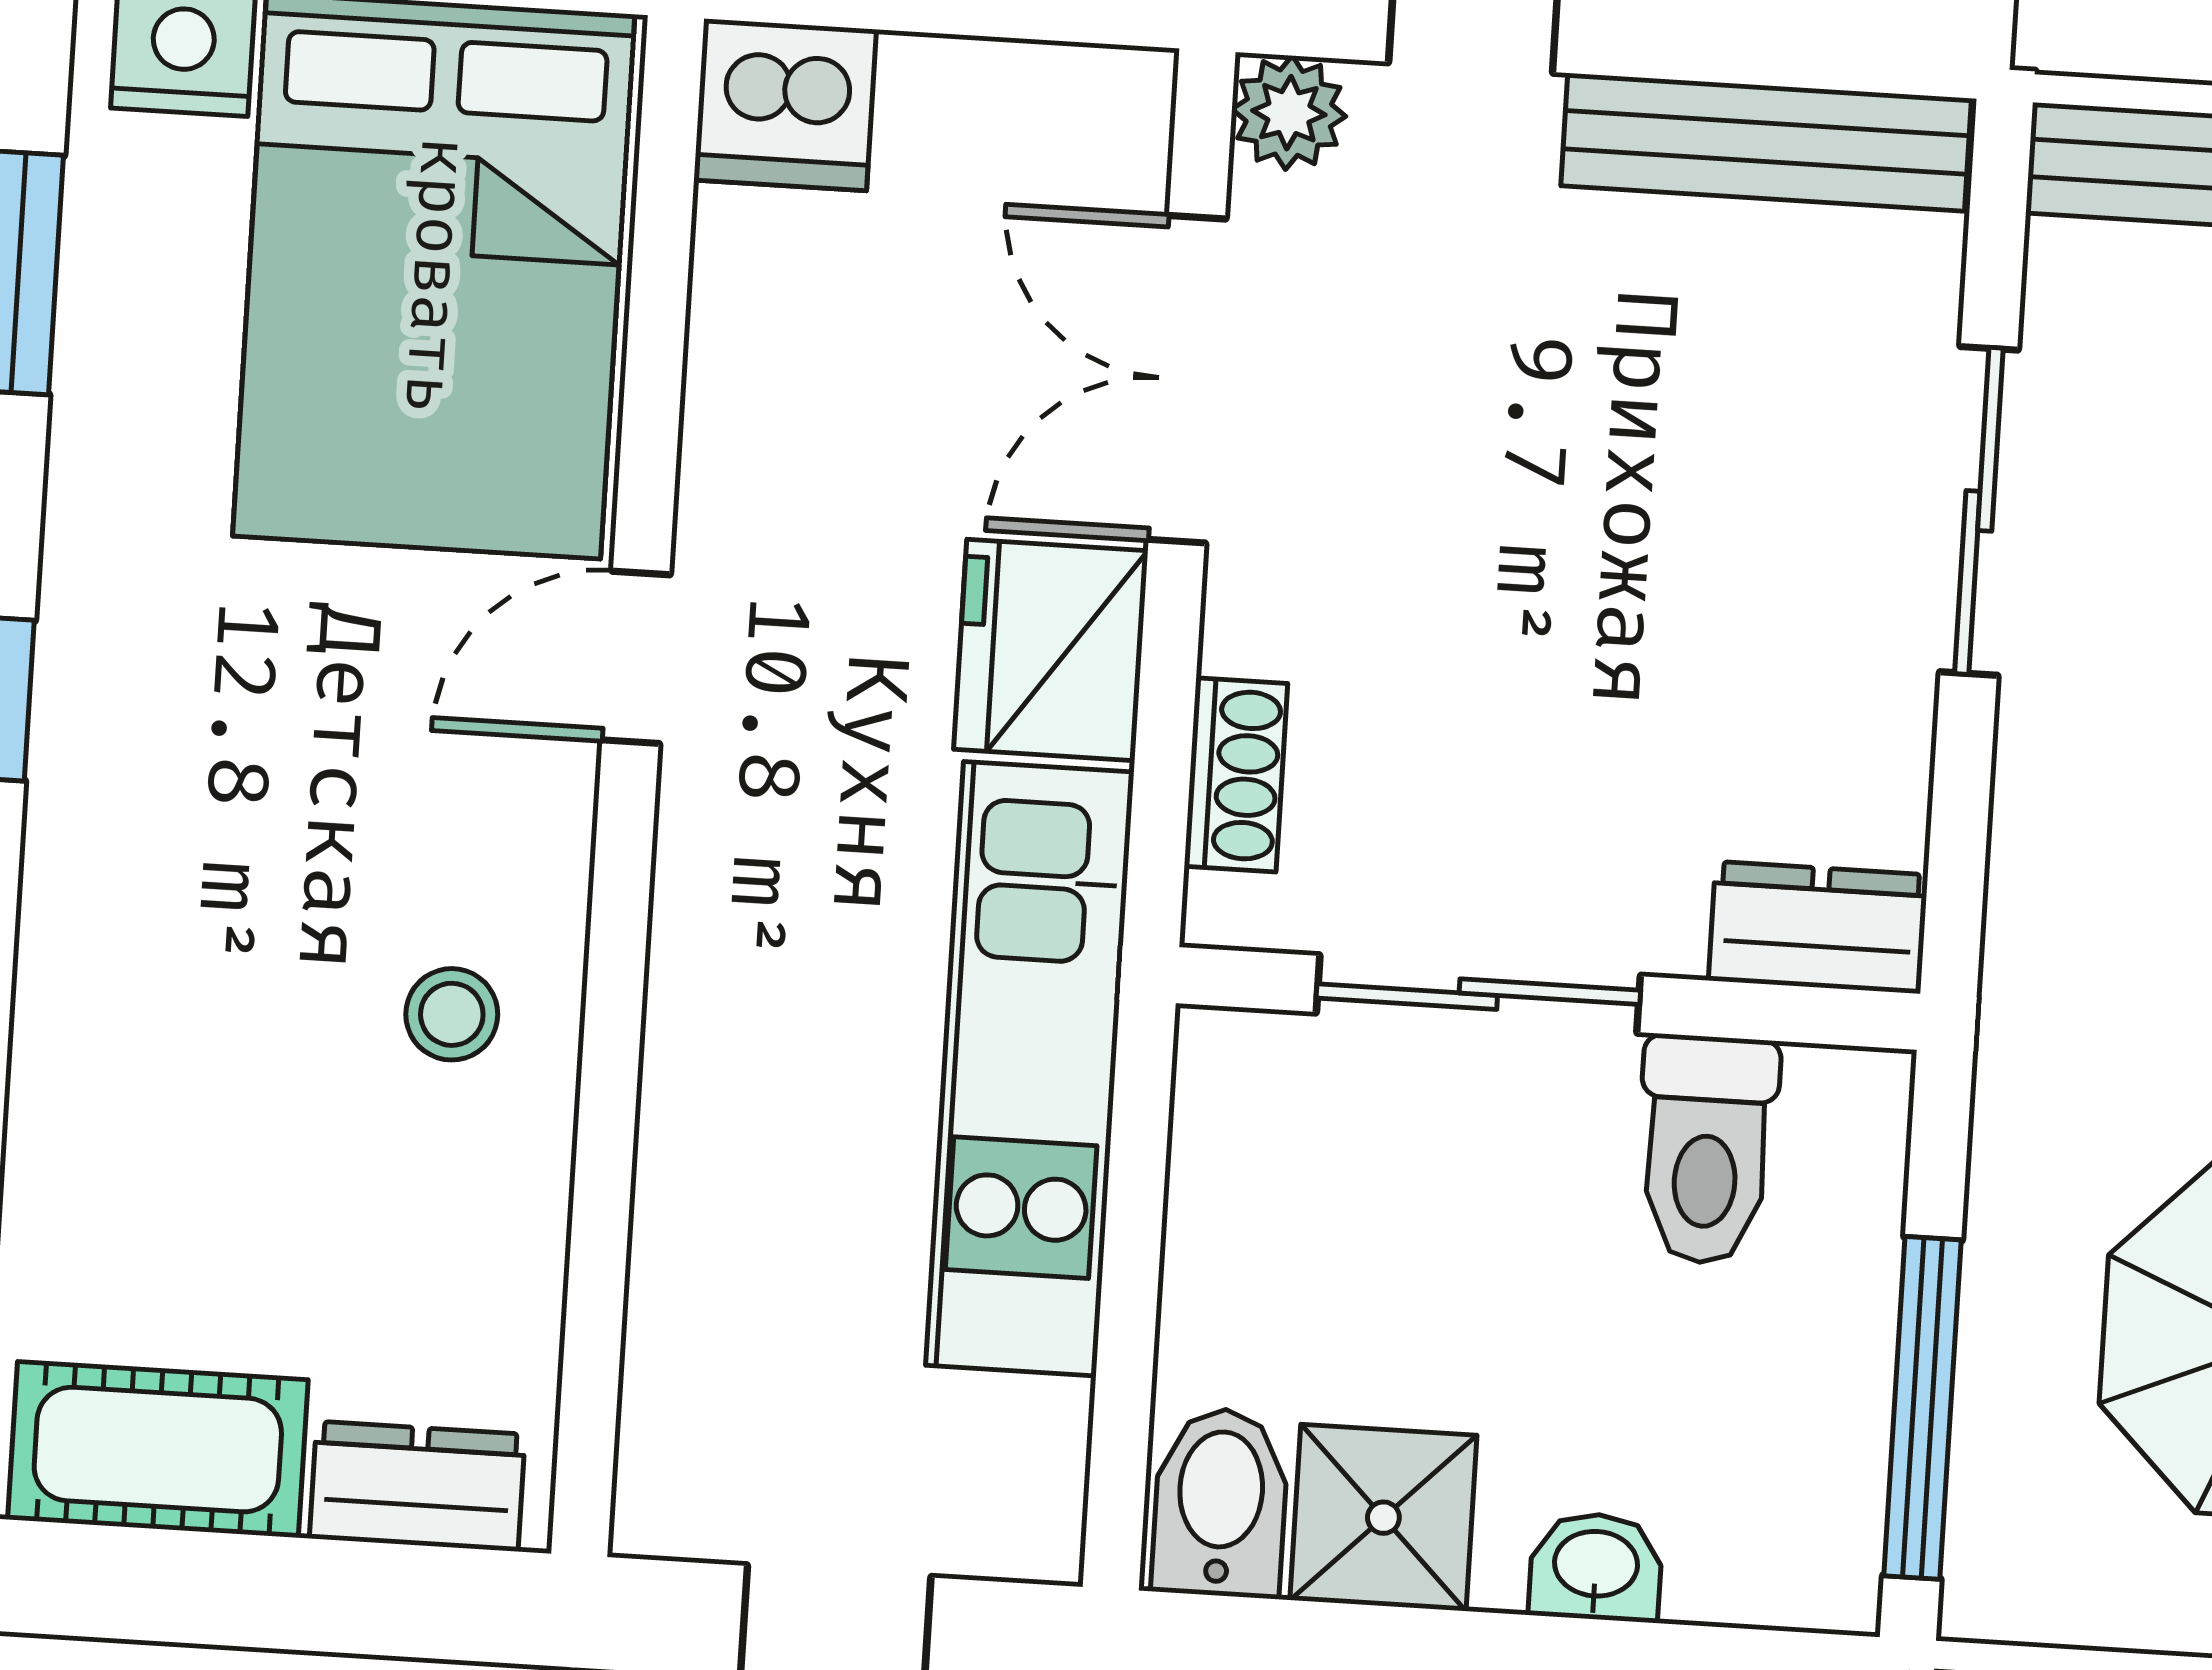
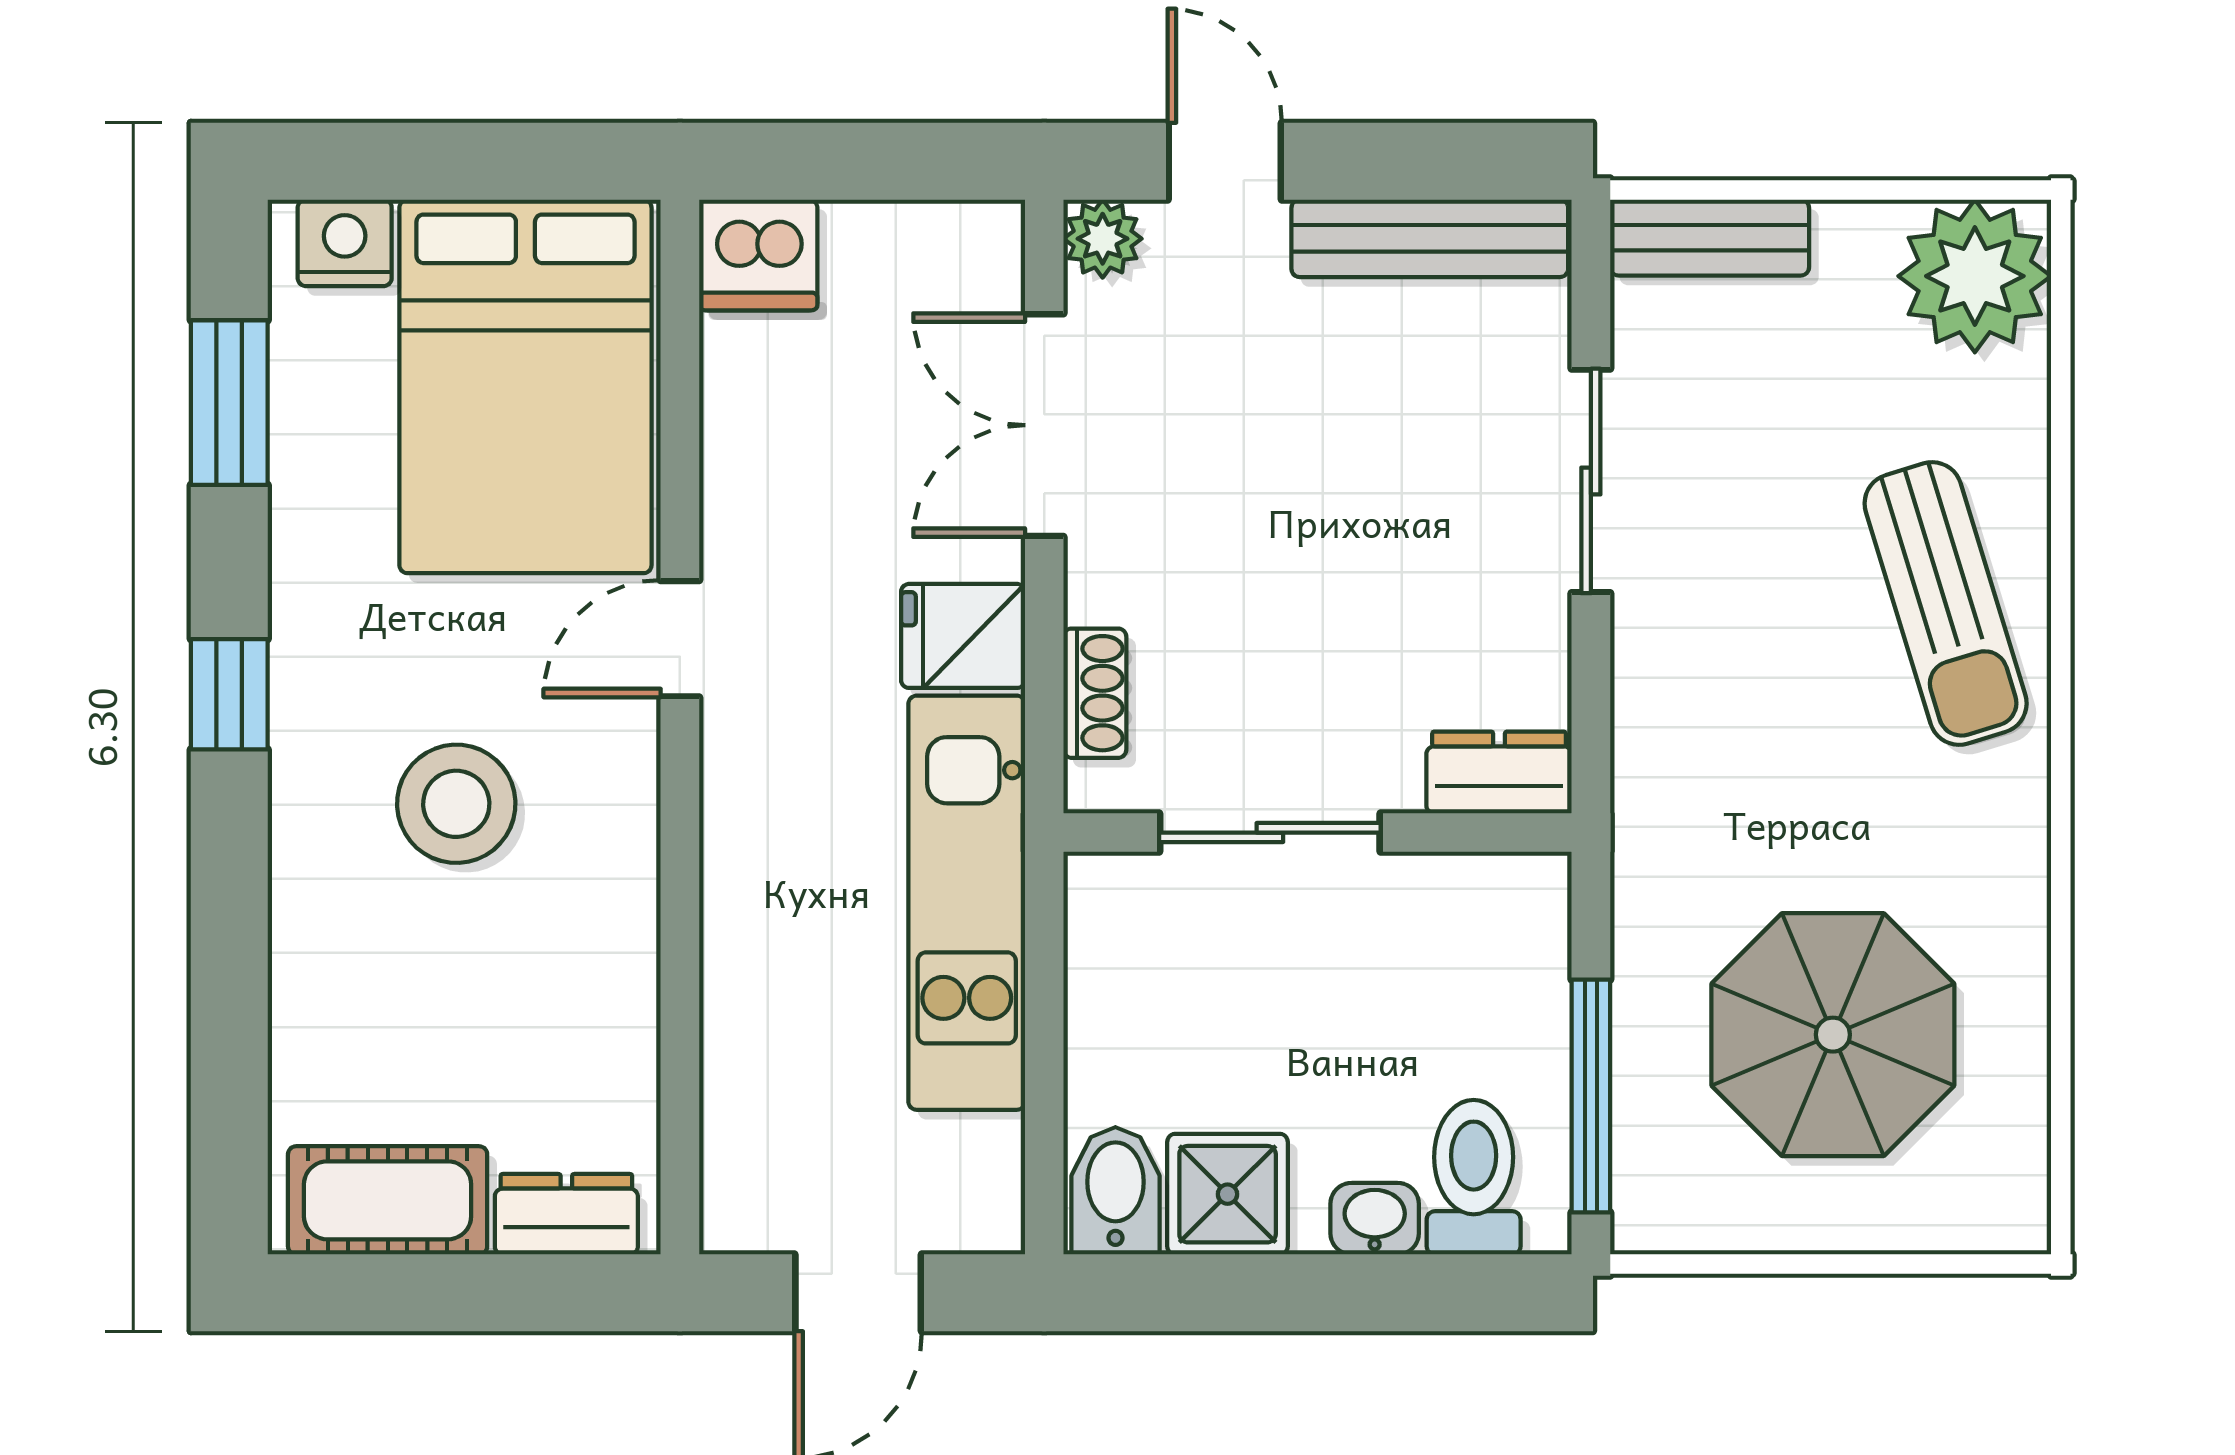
fridge: (1051, 650) -> (963, 636), width x0.72
stool: (452, 1014) -> (456, 804), moved, width x1.89, depth x1.89
toilet: (1707, 1150) -> (1474, 1177), moved, turned 180

